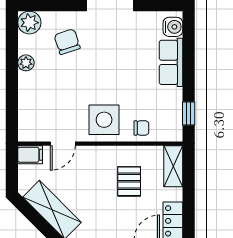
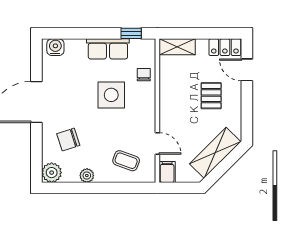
row of seats: (171, 62) -> (108, 49), moved
coffee table: (43, 108) -> (126, 161), added
side table: (104, 120) -> (111, 95), moved
pallet: (129, 181) -> (211, 96), moved, turned 90

